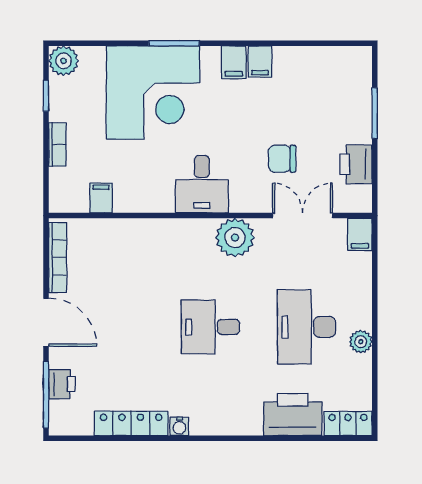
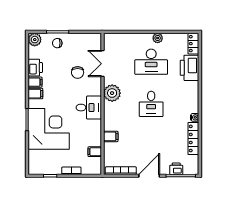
plant: (64, 61) -> (35, 40), moved
chair: (349, 112) -> (57, 43), added
printer: (356, 164) -> (35, 68), moved, turned -90
filing cabinet: (360, 234) -> (111, 136), moved

